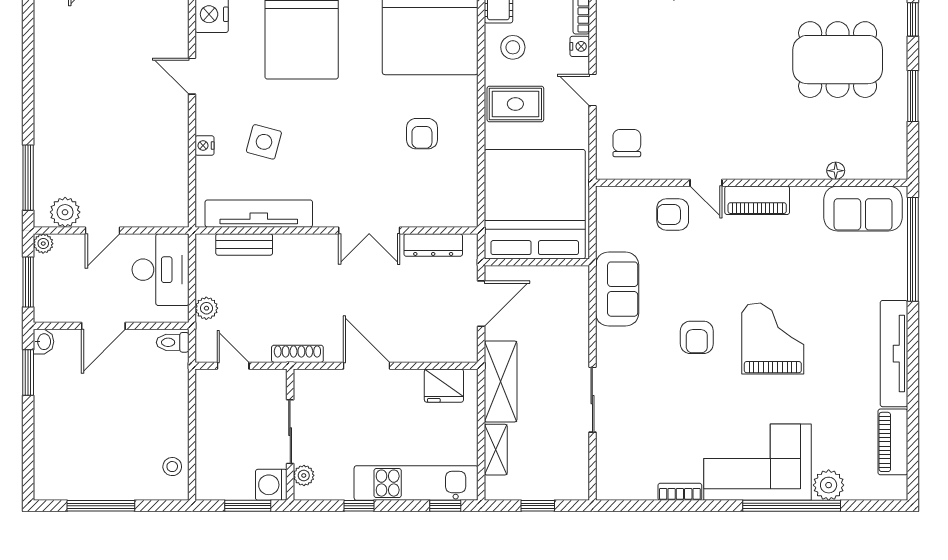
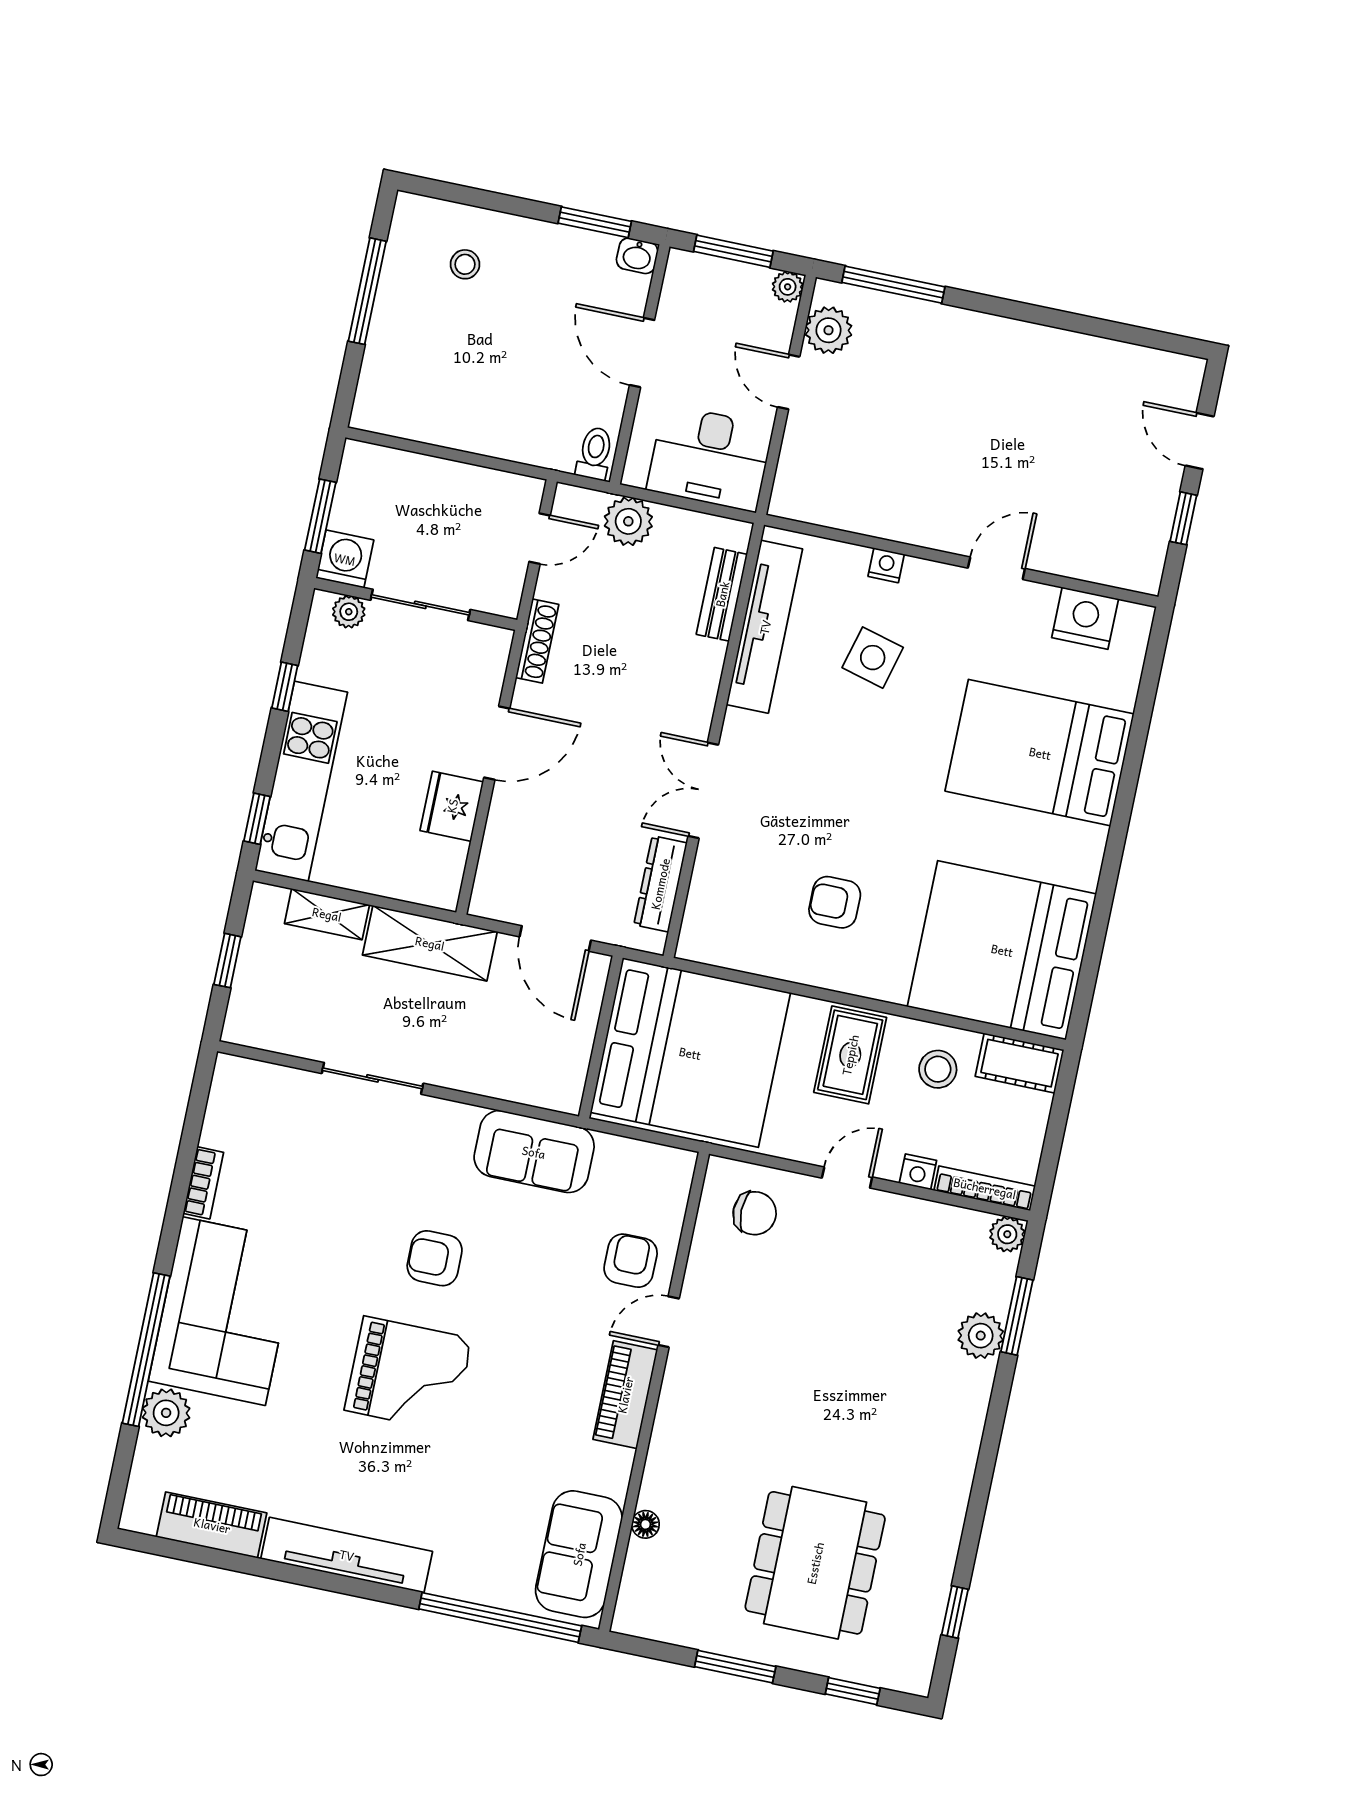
plant: (206, 308) -> (628, 521), width x1.38, depth x1.38
fridge: (444, 386) -> (452, 806), moved
stool: (172, 467) -> (465, 264), moved

